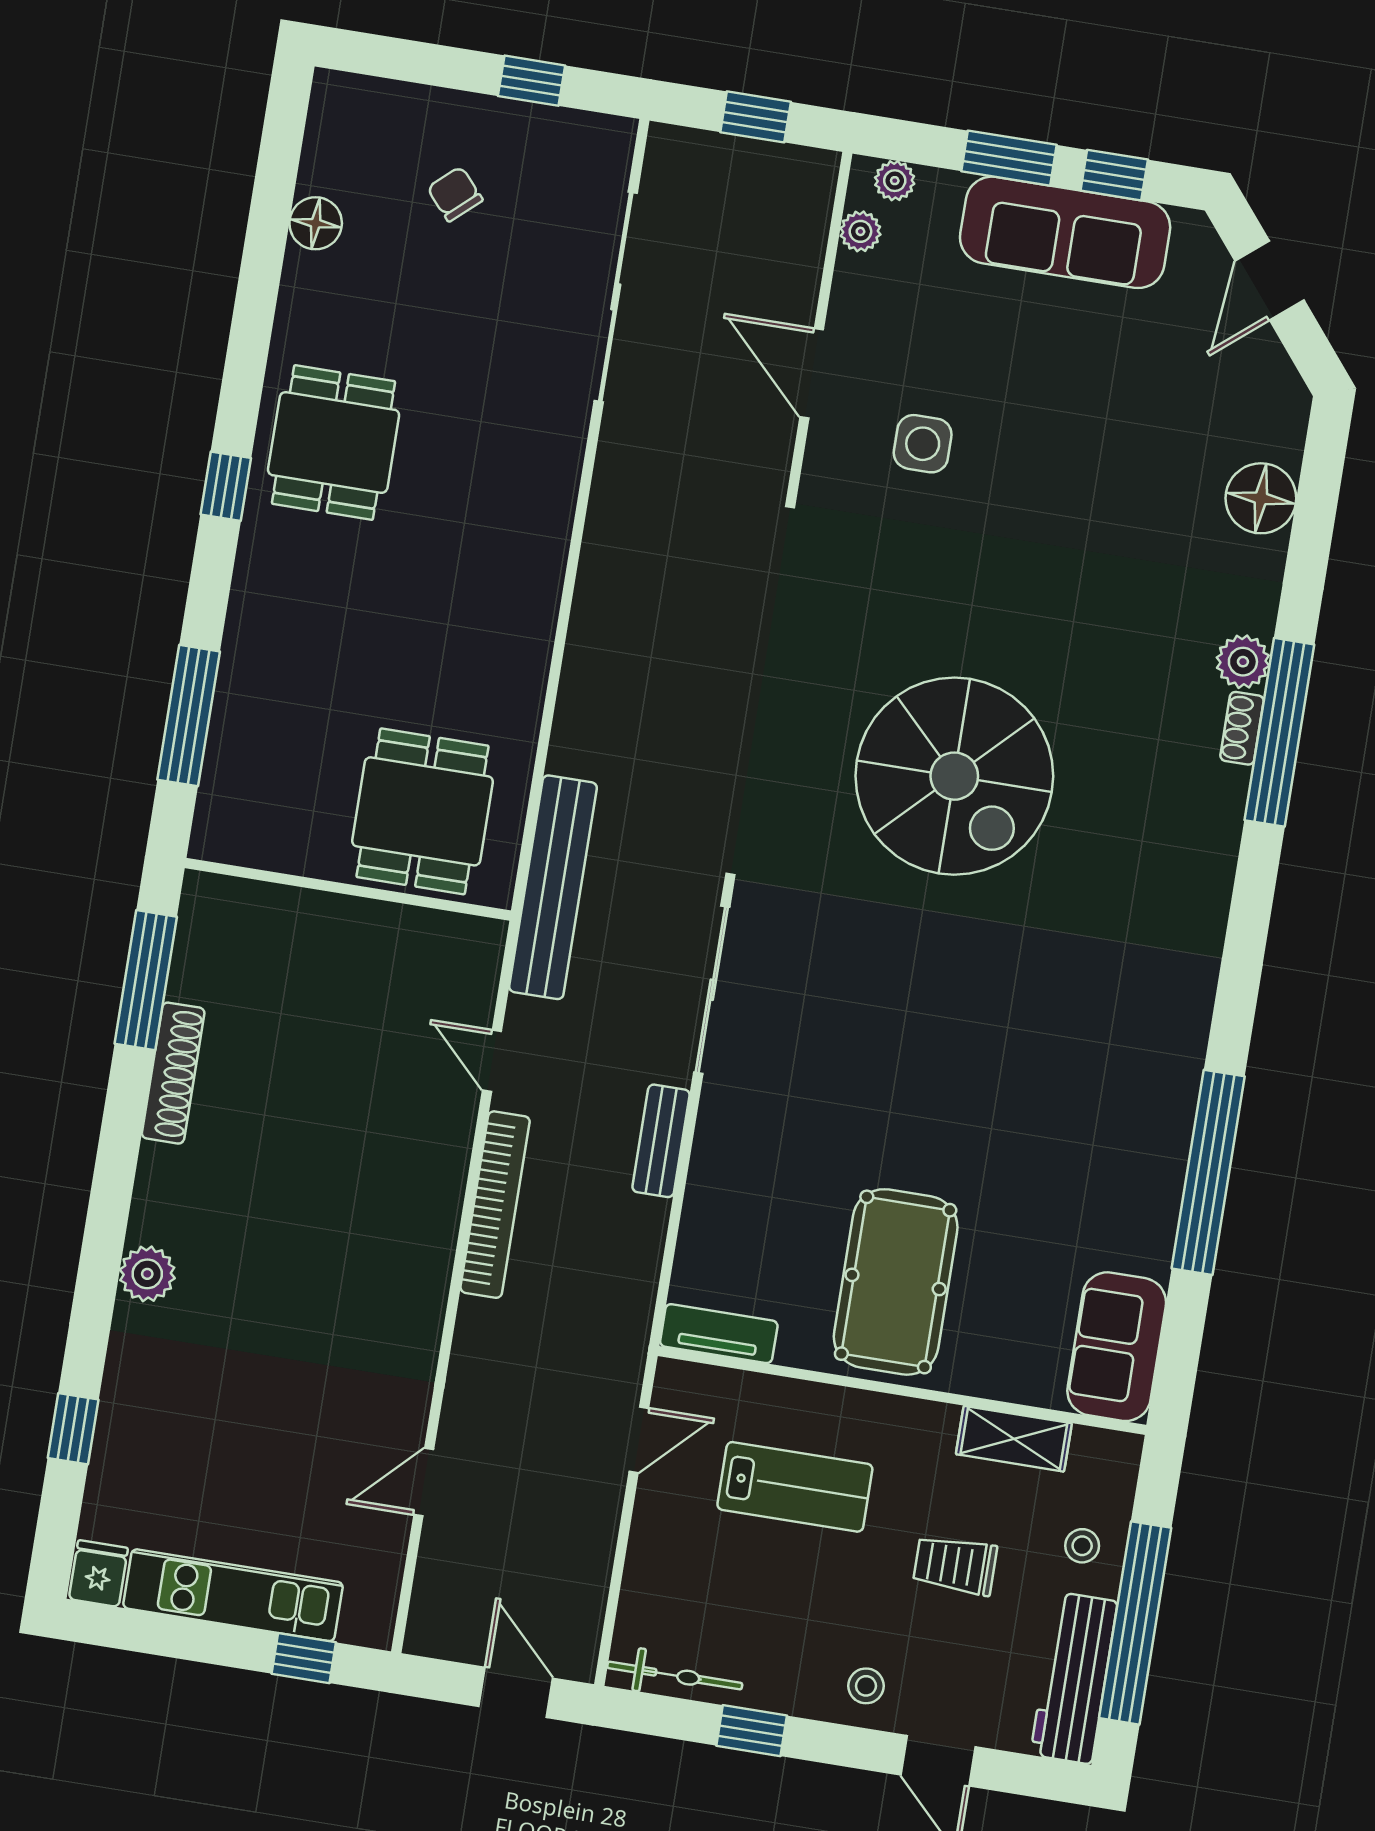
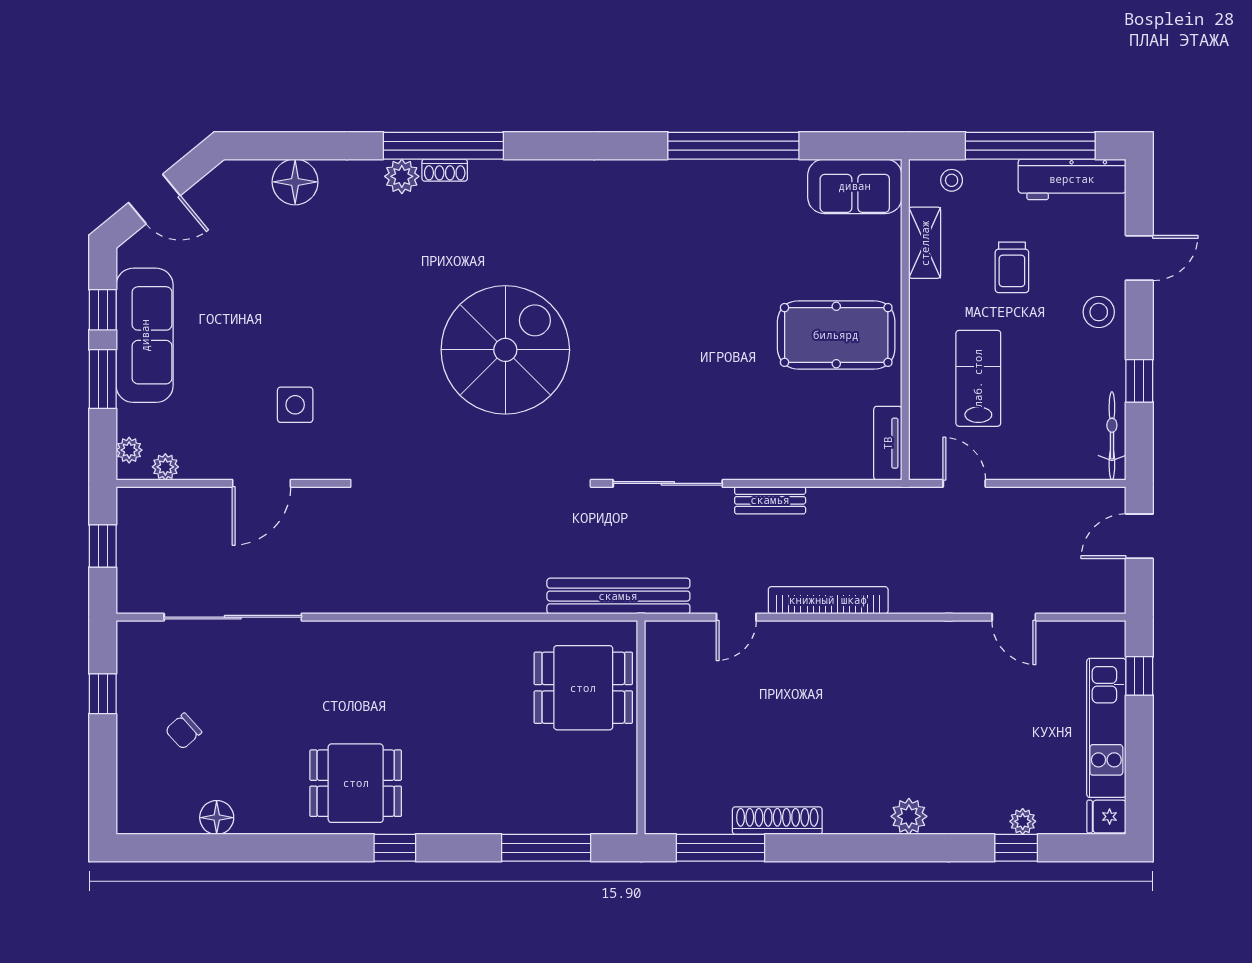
plant: (112, 1445) -> (1023, 821), added
stool: (1082, 1546) -> (952, 180), moved
stool: (866, 1686) -> (1099, 312), width x1.37, depth x1.37

